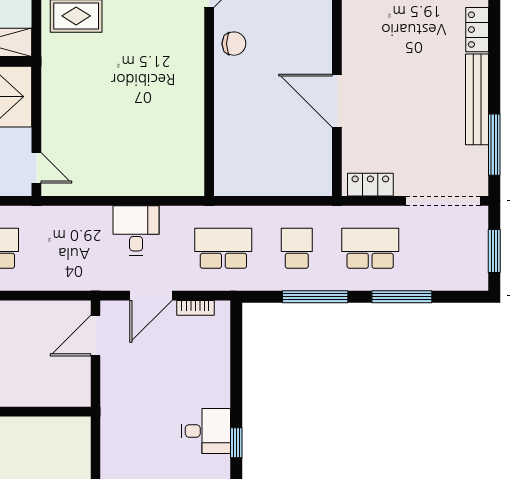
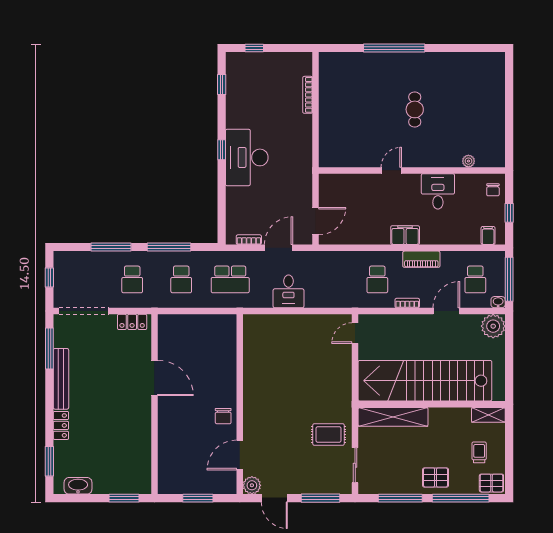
chair: (234, 44) -> (223, 416), turned -90
door: (36, 168) -> (355, 333), hinge flipped
school desk: (370, 248) -> (132, 279), width x0.54
window: (494, 251) -> (49, 278), width x0.67
desk: (206, 431) -> (247, 157), width x1.87, depth x1.30

